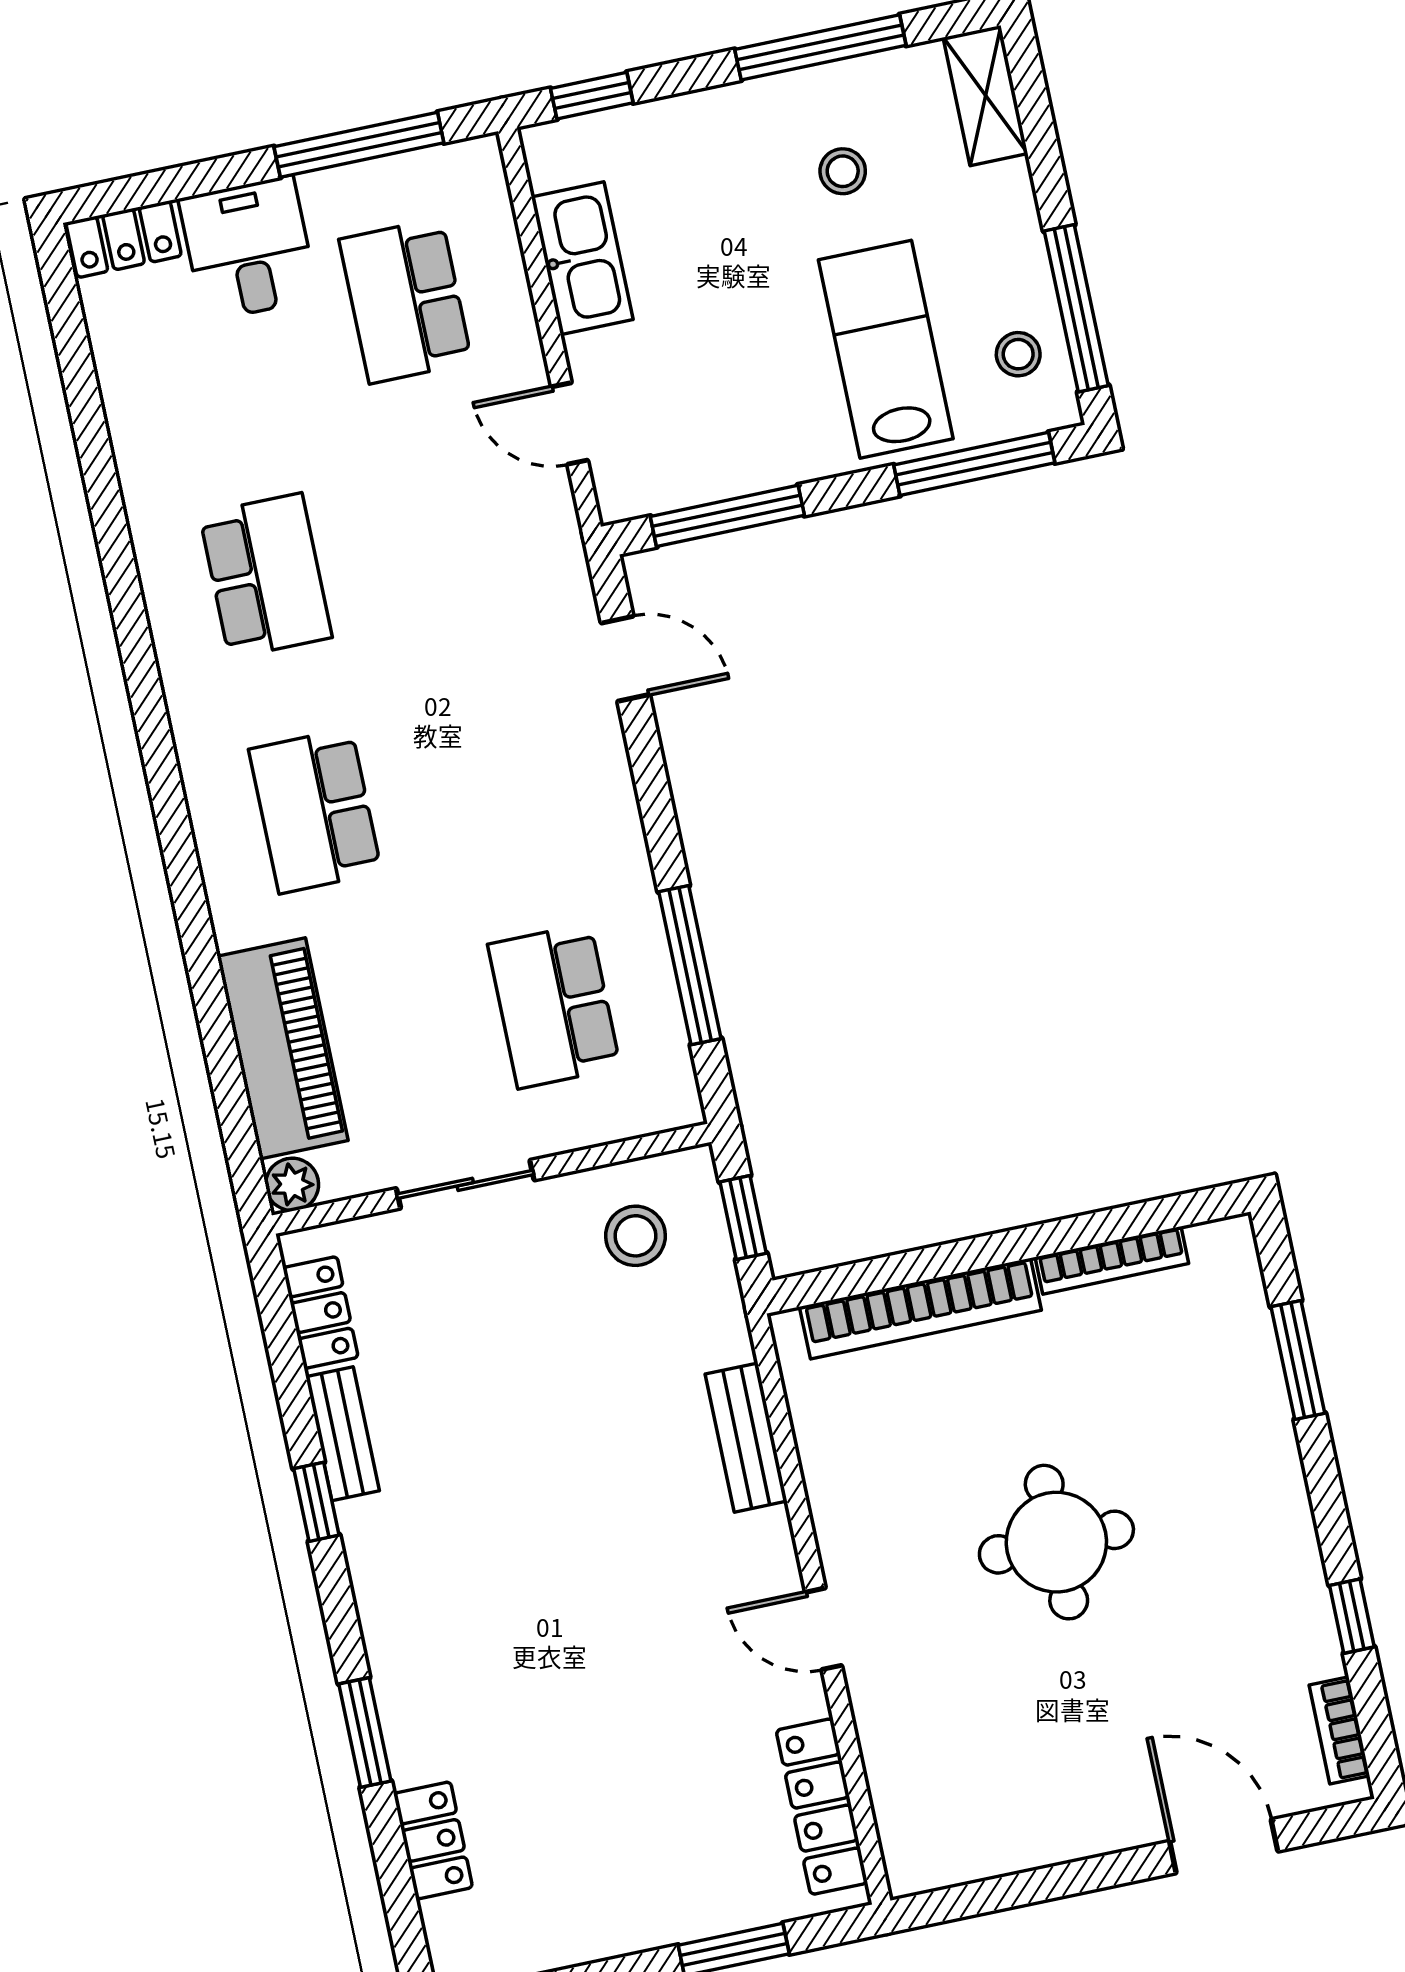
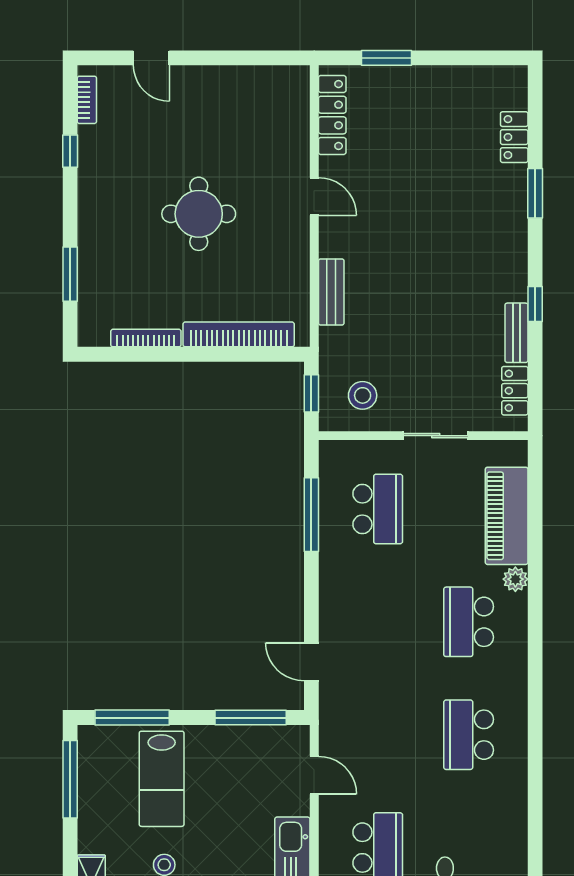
stool: (1018, 354) -> (101, 764), removed
school desk: (315, 811) -> (469, 622), turned 180
plant: (292, 1184) -> (515, 579), moved
door: (1224, 1846) -> (151, 58), width x0.73

